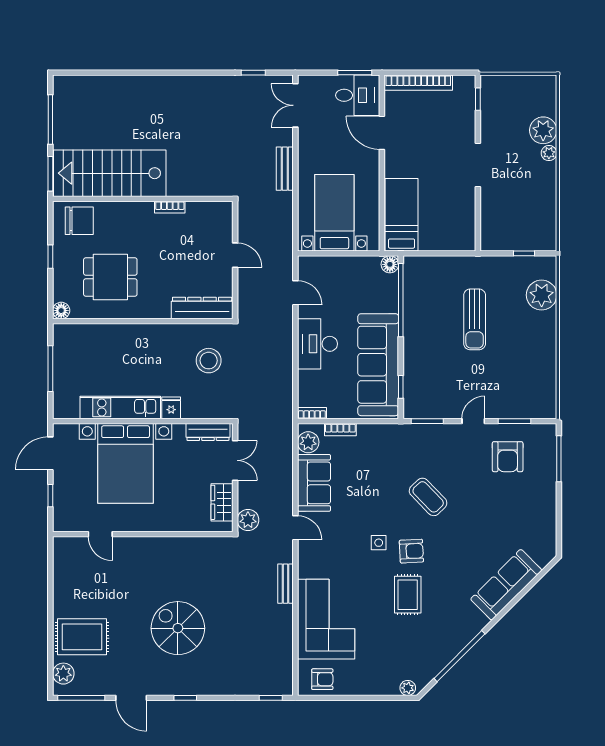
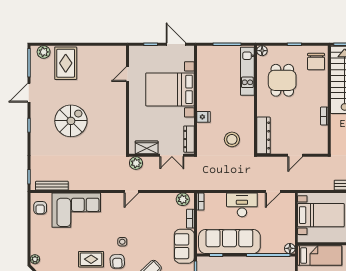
kitchen unit: (120, 407) -> (247, 71), moved, turned 180
sofa: (314, 483) -> (184, 246), moved, turned 90
bench: (285, 584) -> (52, 186), moved, width x1.36

